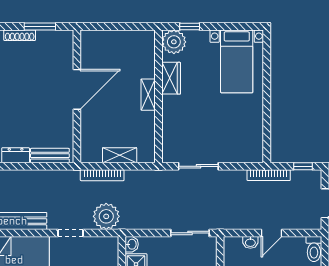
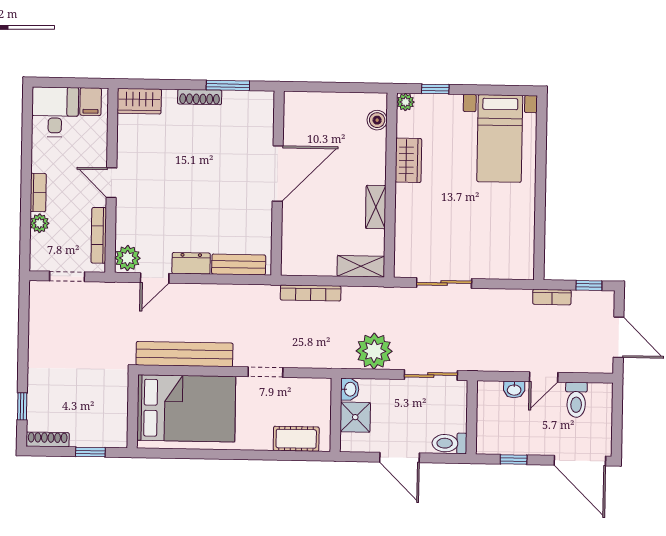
plant: (174, 42) -> (405, 102), width x0.53, depth x0.53
boiler: (148, 50) -> (377, 120), added
shelving: (148, 95) -> (376, 207), moved
shelving: (120, 155) -> (361, 266), moved
bookcase: (269, 175) -> (552, 297), width x0.64
plant: (106, 216) -> (374, 351), moved
toilet: (314, 249) -> (576, 400), moved

